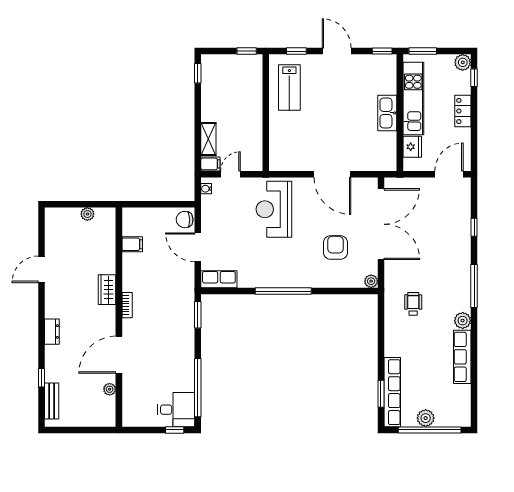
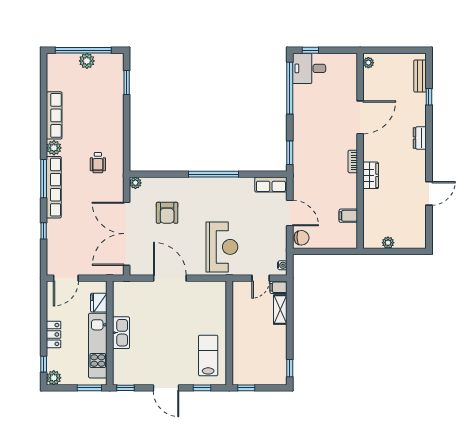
plant: (110, 389) -> (368, 63), moved
row of seats: (392, 392) -> (54, 187), moved, turned 180

